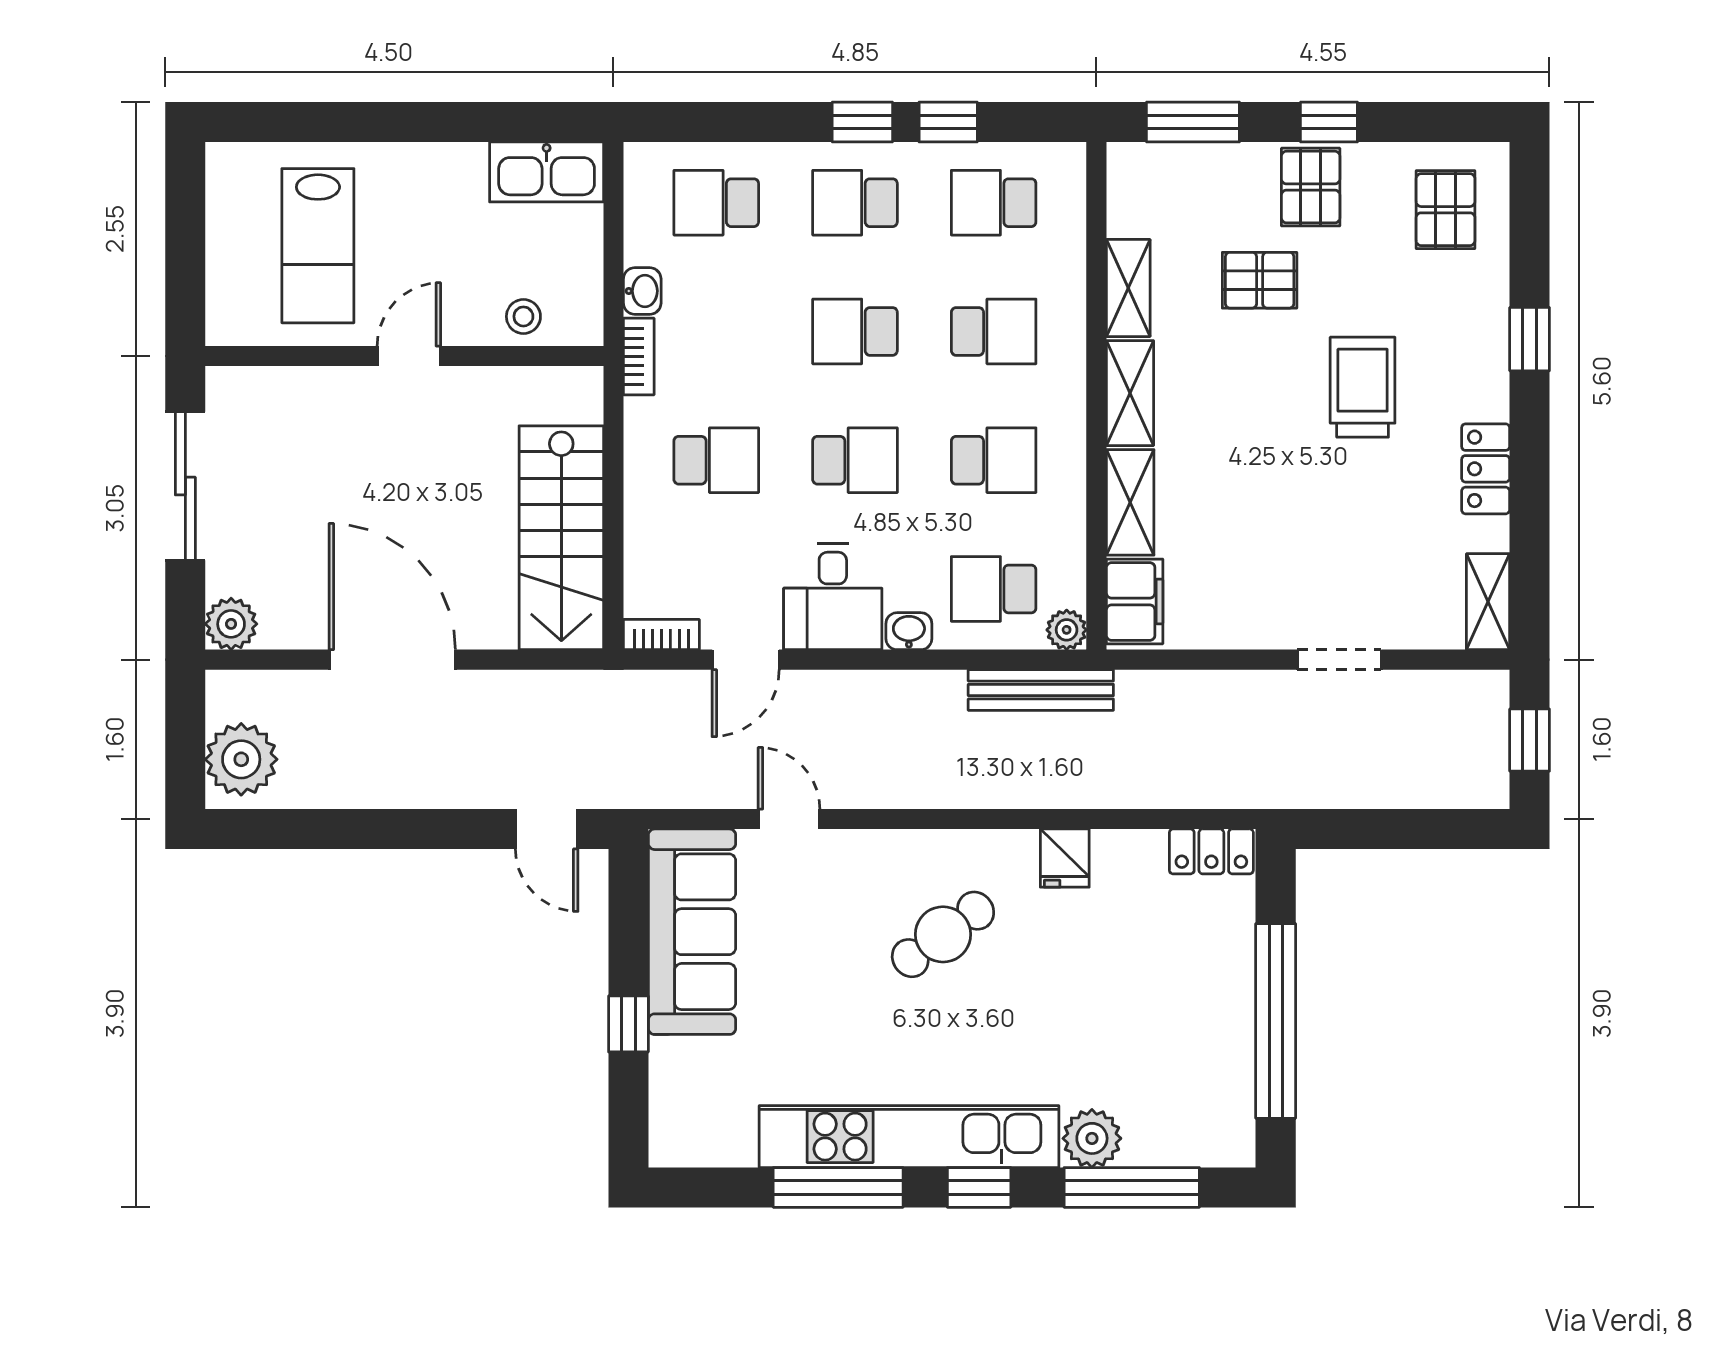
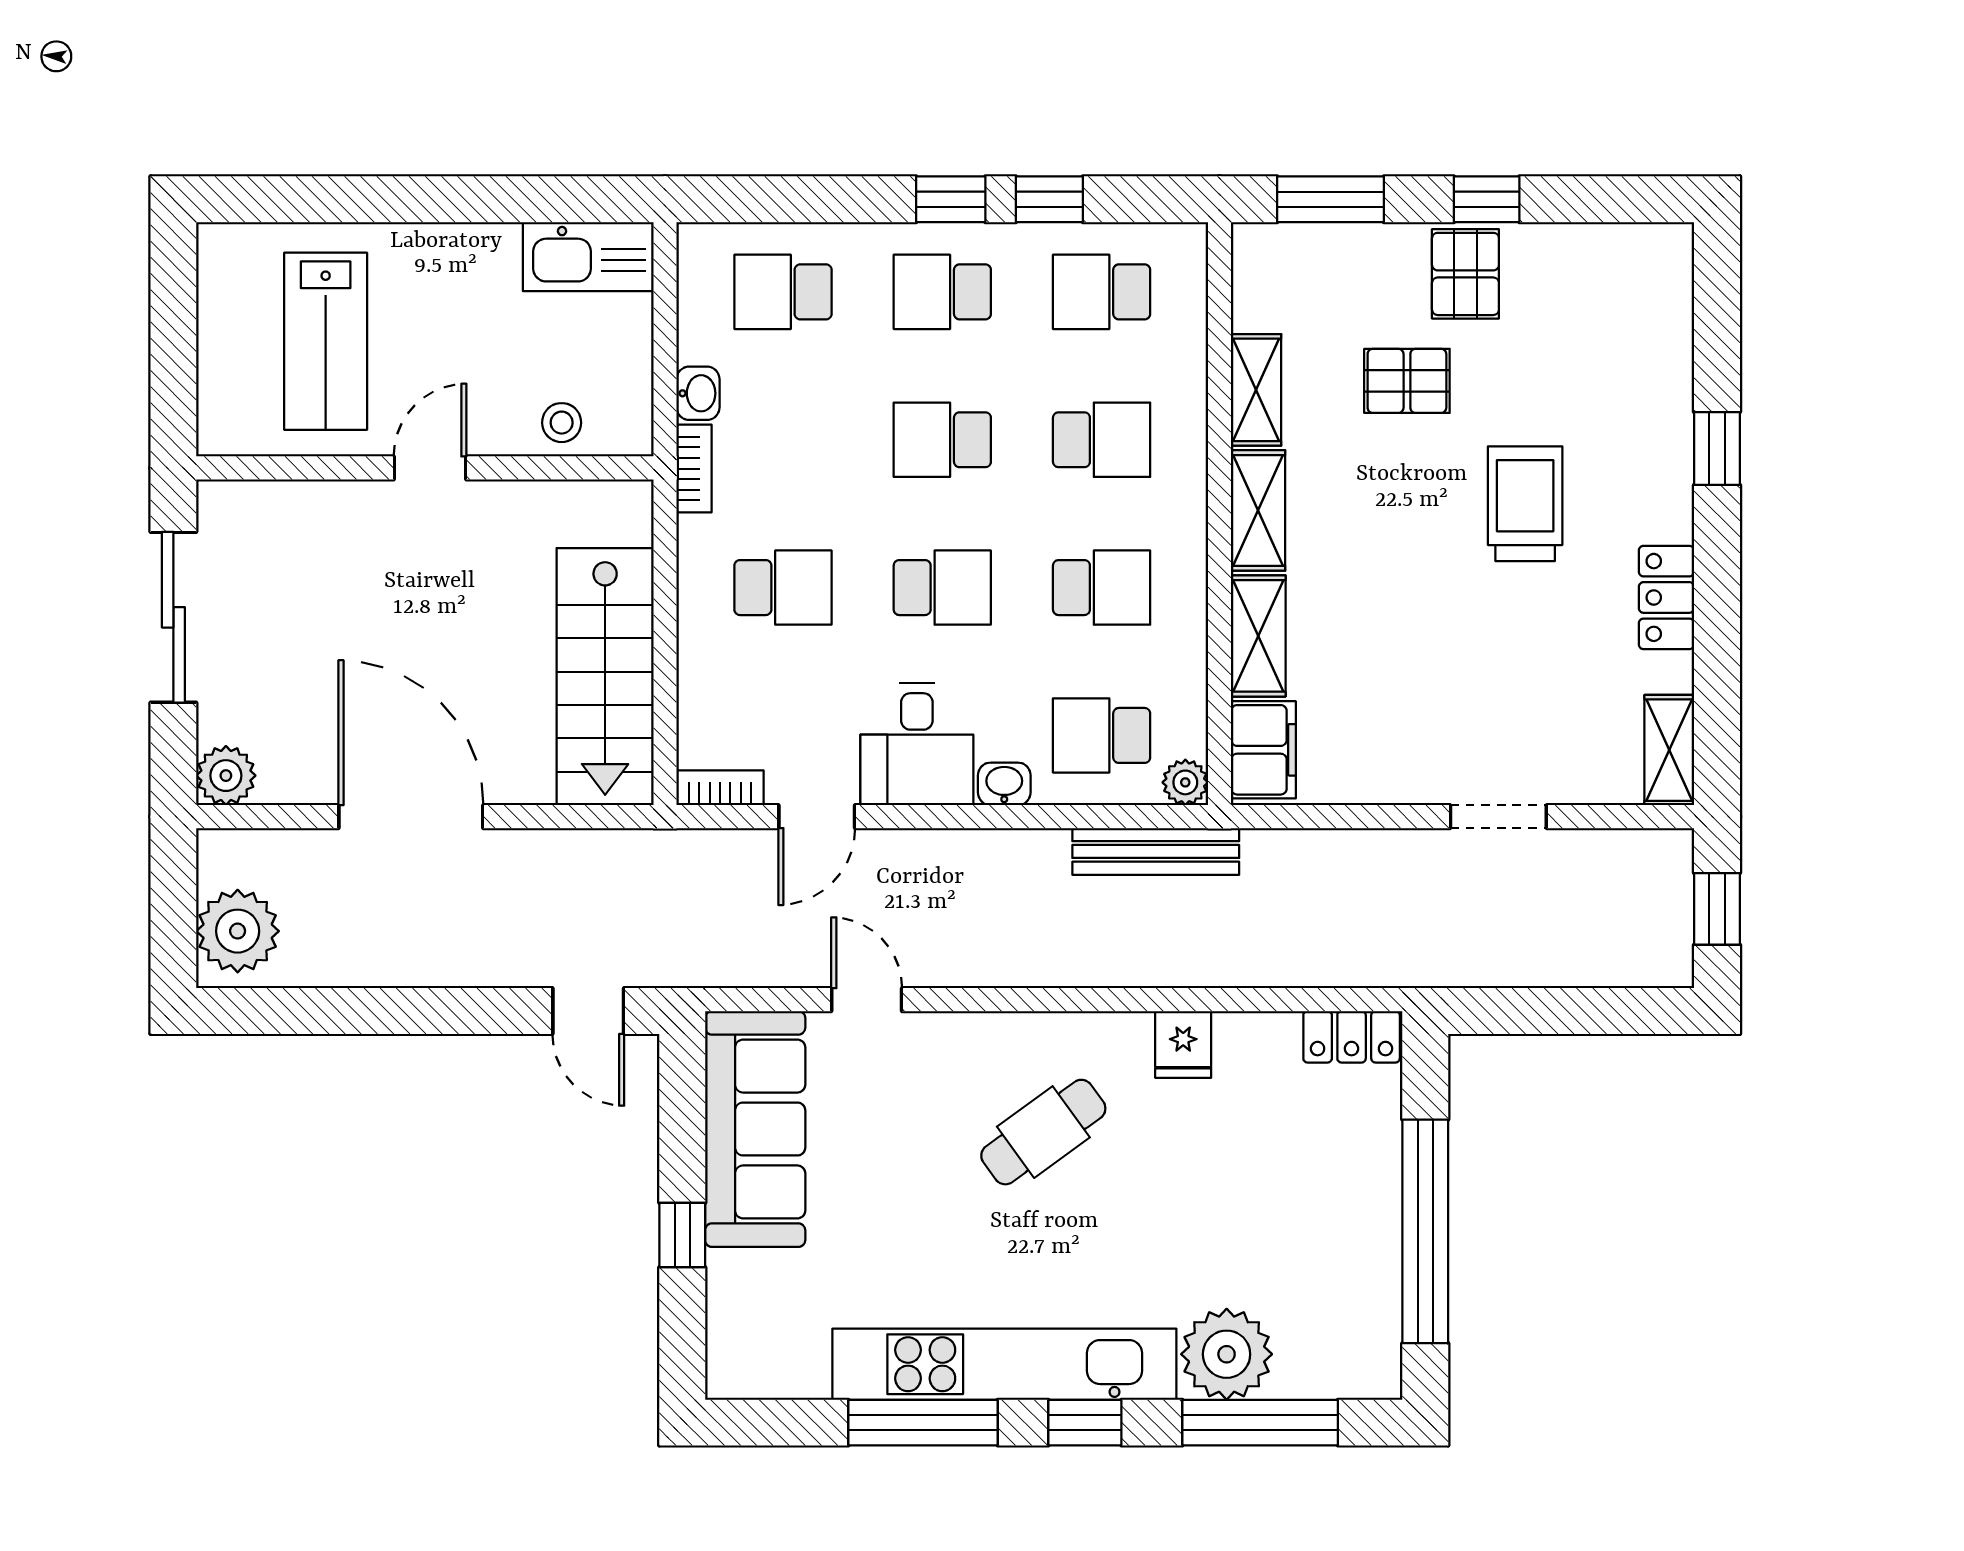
pallet: (1446, 210) -> (1620, 300), removed
plant: (1092, 1138) -> (1227, 1354), width x1.36, depth x1.36

